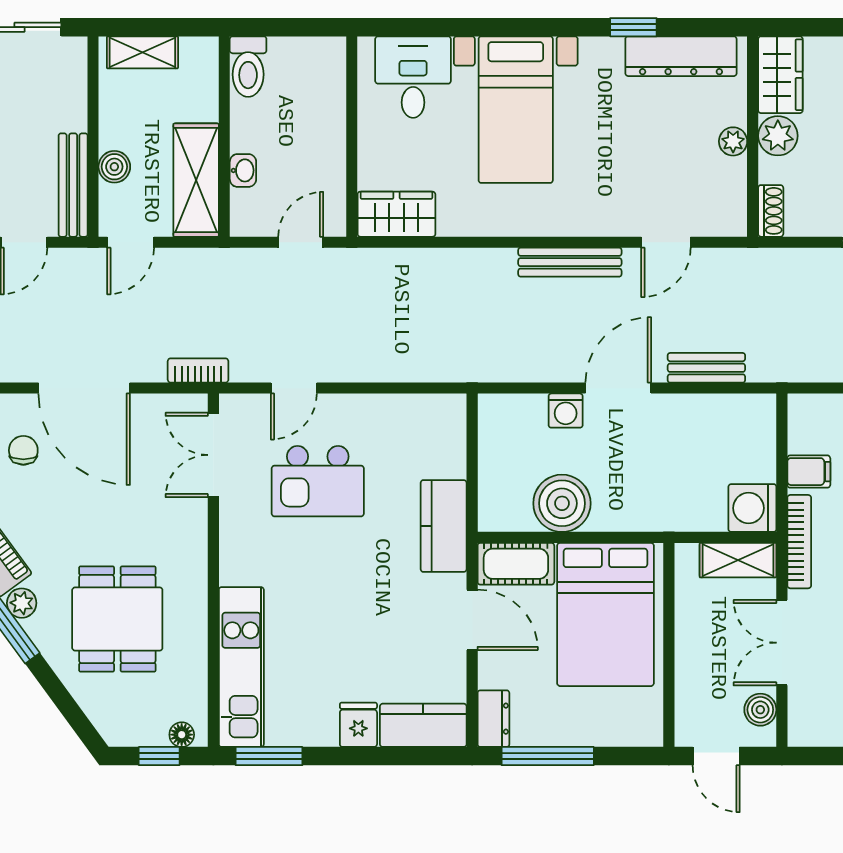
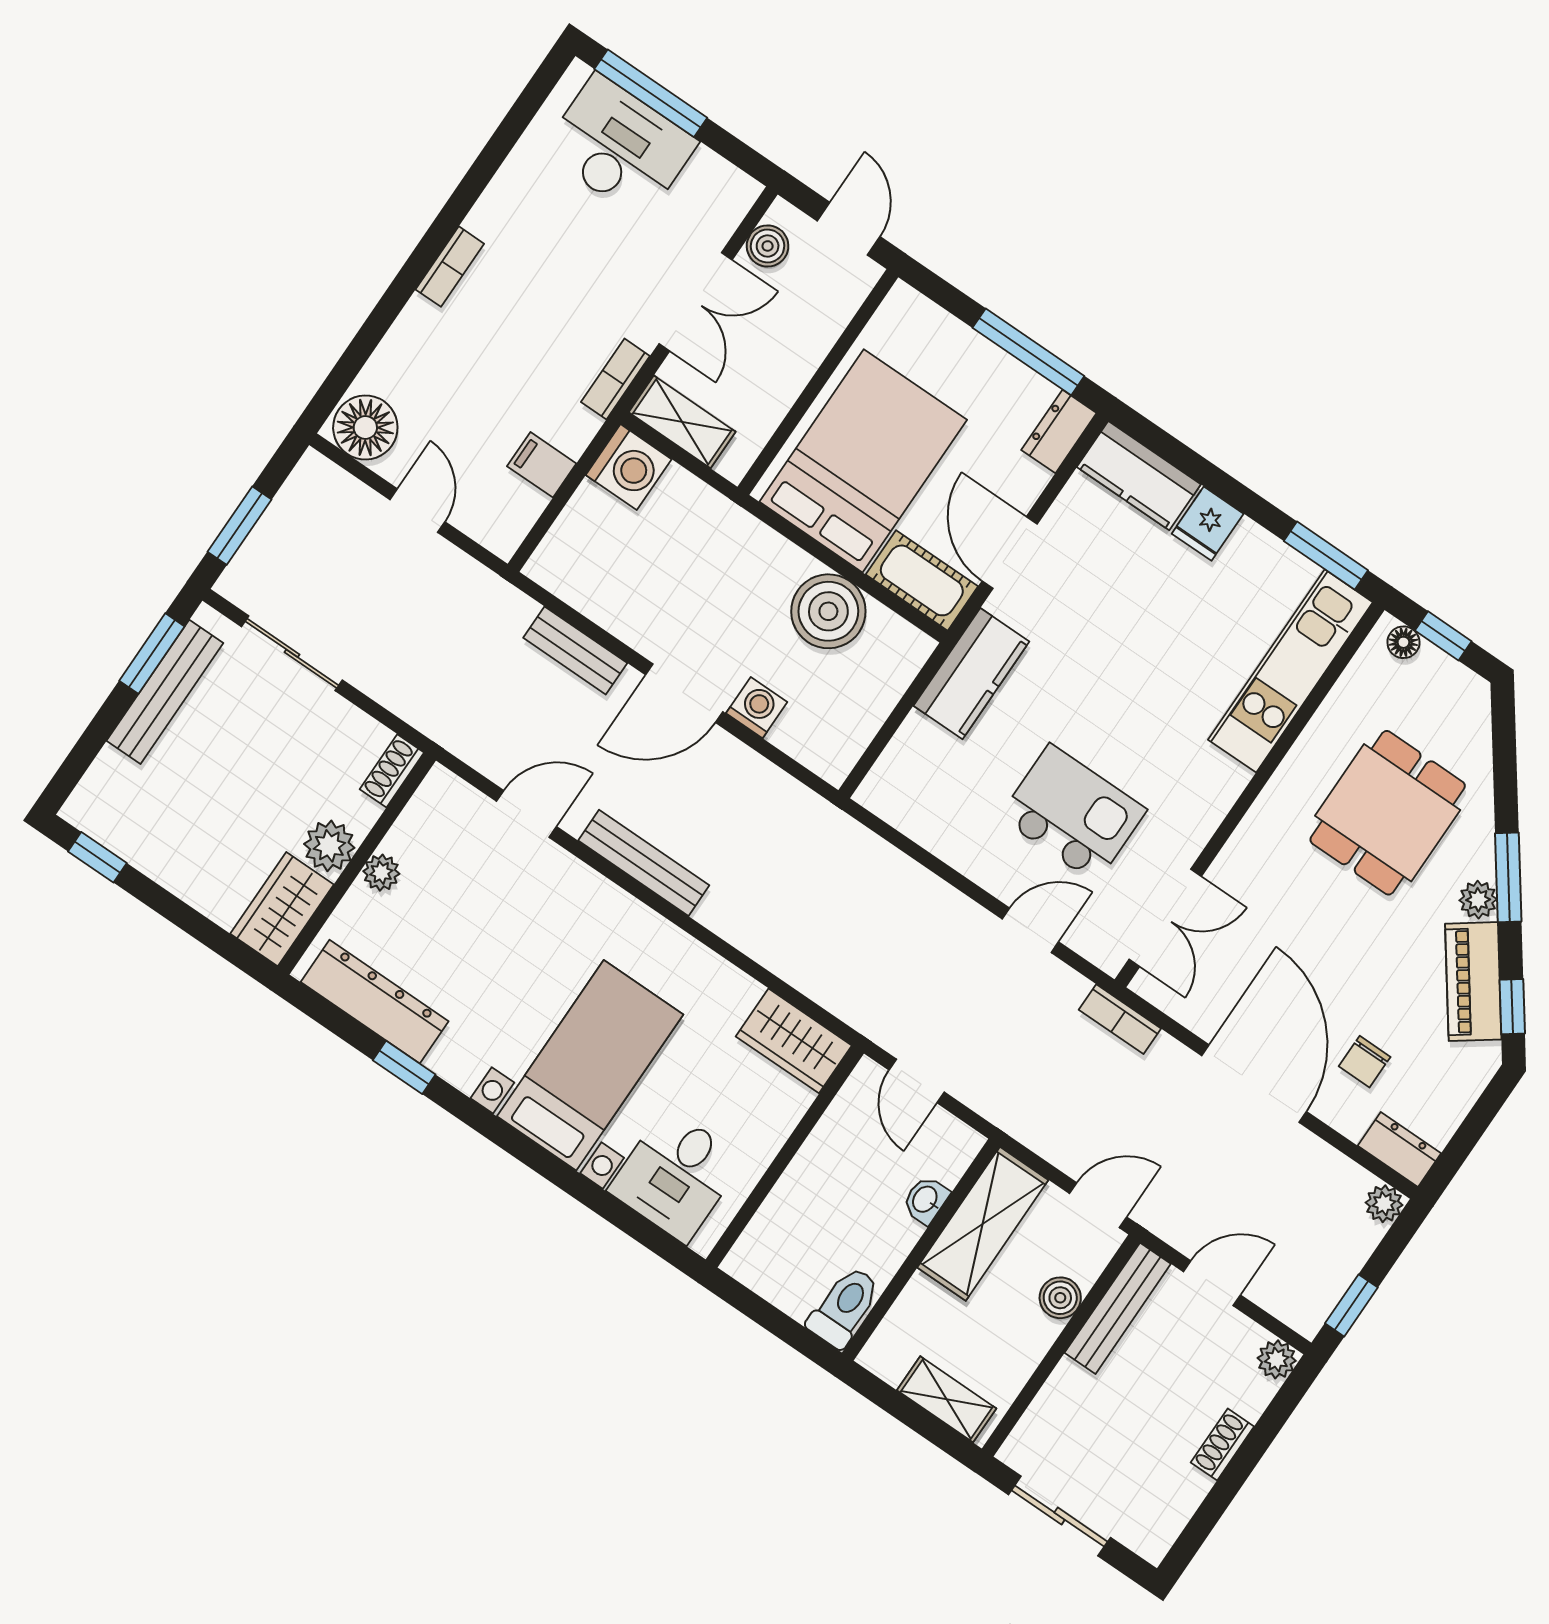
door: (301, 242) -> (917, 1081), hinge flipped
bookcase: (799, 542) -> (615, 379), width x0.64

